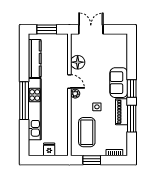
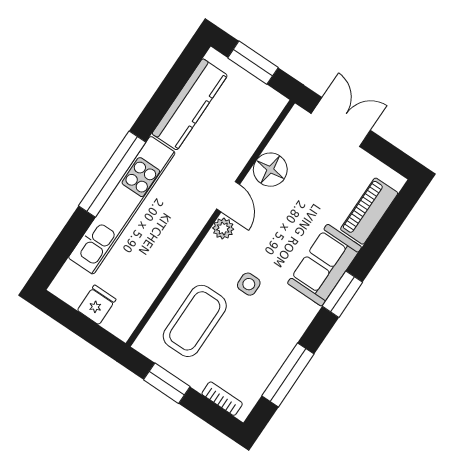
piano: (122, 112) -> (369, 211), moved
window: (132, 119) -> (288, 375), moved

